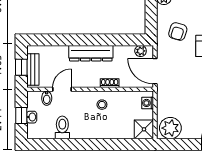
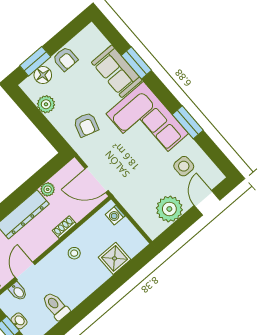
plant: (141, 51) -> (48, 189), moved
plant: (170, 128) -> (169, 209), moved
shower: (144, 129) -> (115, 258), moved

